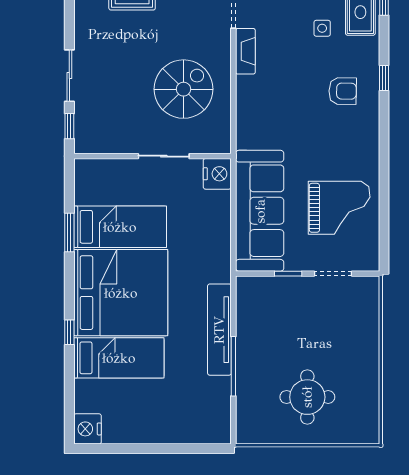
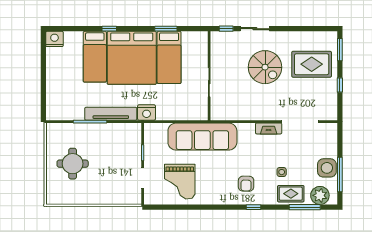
spiral stairs: (184, 89) -> (265, 67), moved
nightstand: (217, 174) -> (147, 113), moved
sofa: (260, 211) -> (202, 137), moved

